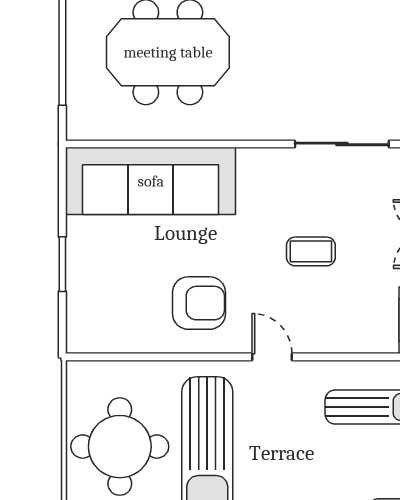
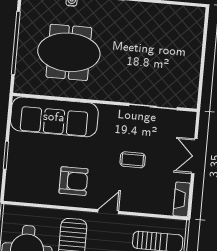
door: (272, 357) -> (108, 212), hinge flipped

